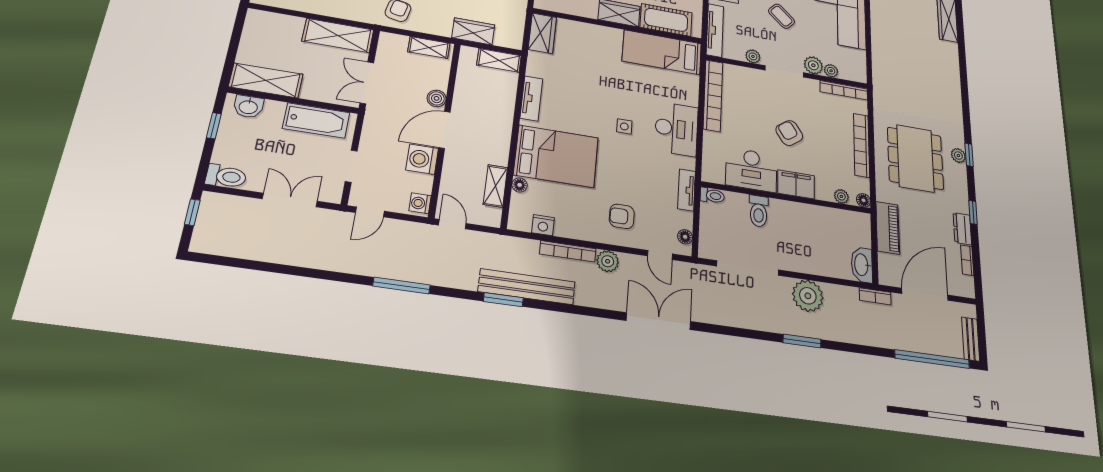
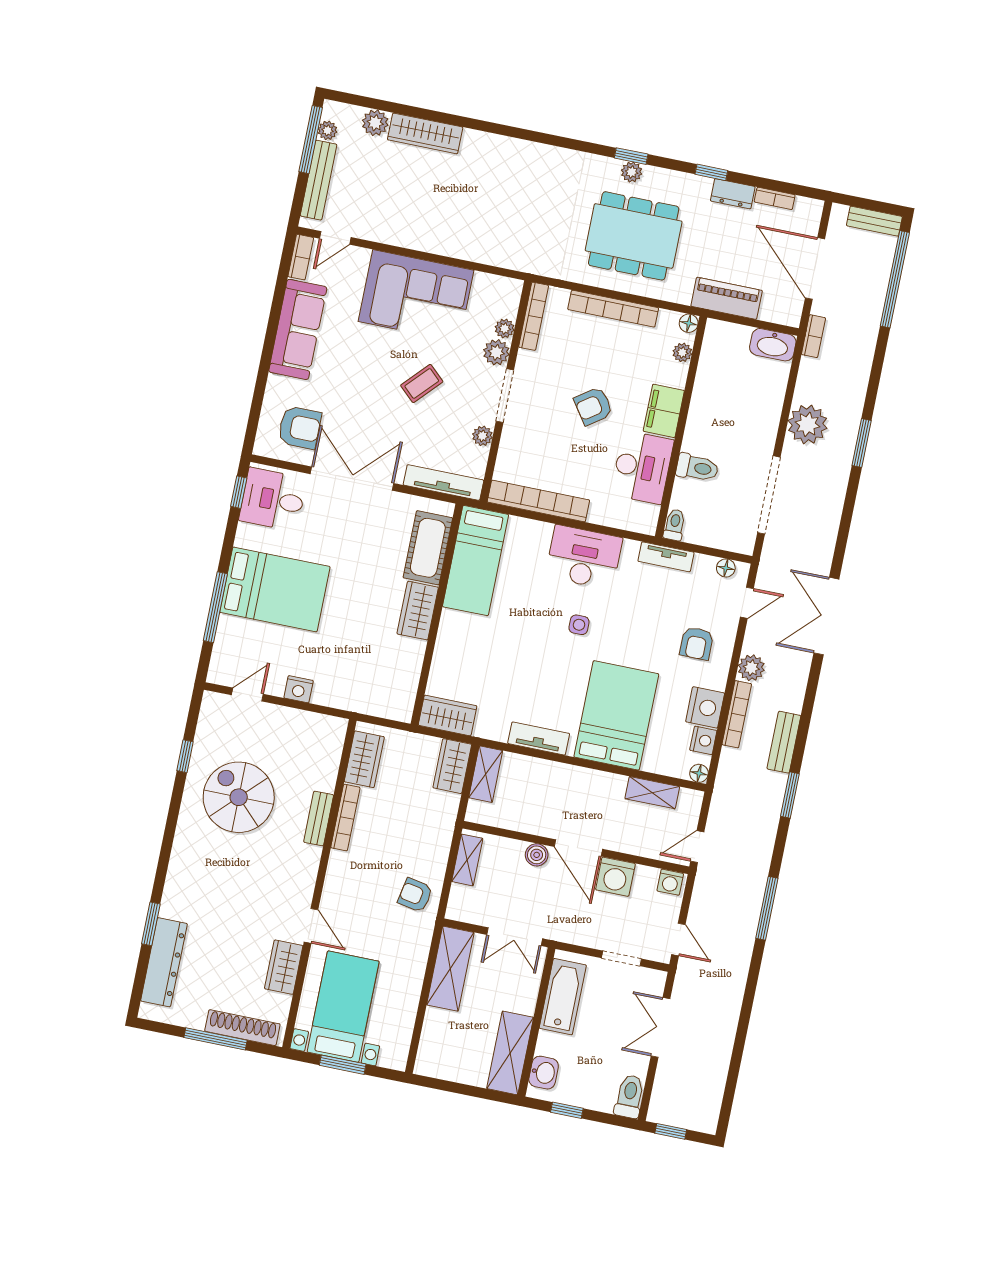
wardrobe: (473, 31) -> (452, 766), moved
floor lamp: (520, 185) -> (699, 773), moved
nightstand: (571, 225) -> (705, 707), added
bench: (527, 287) -> (784, 742), width x0.54, depth x0.82

